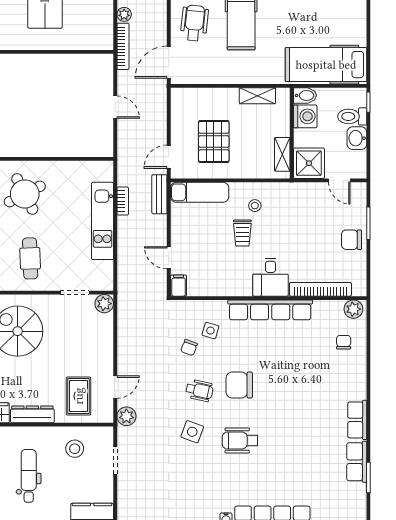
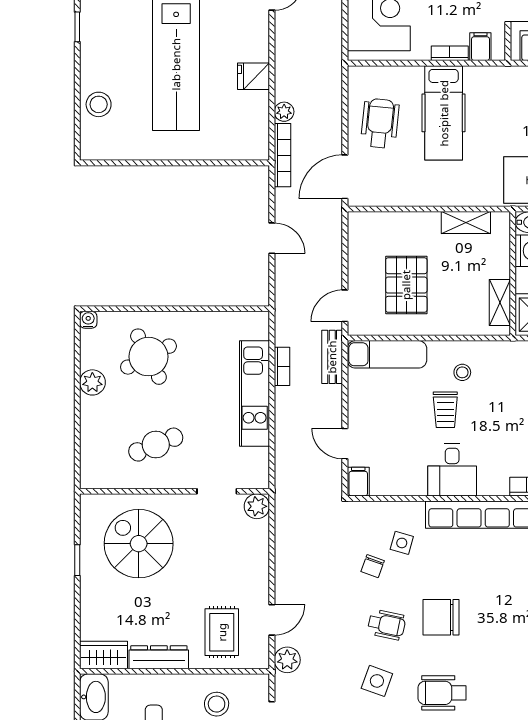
cafe table: (30, 258) -> (156, 445), turned 70
desk: (270, 277) -> (452, 470), moved

